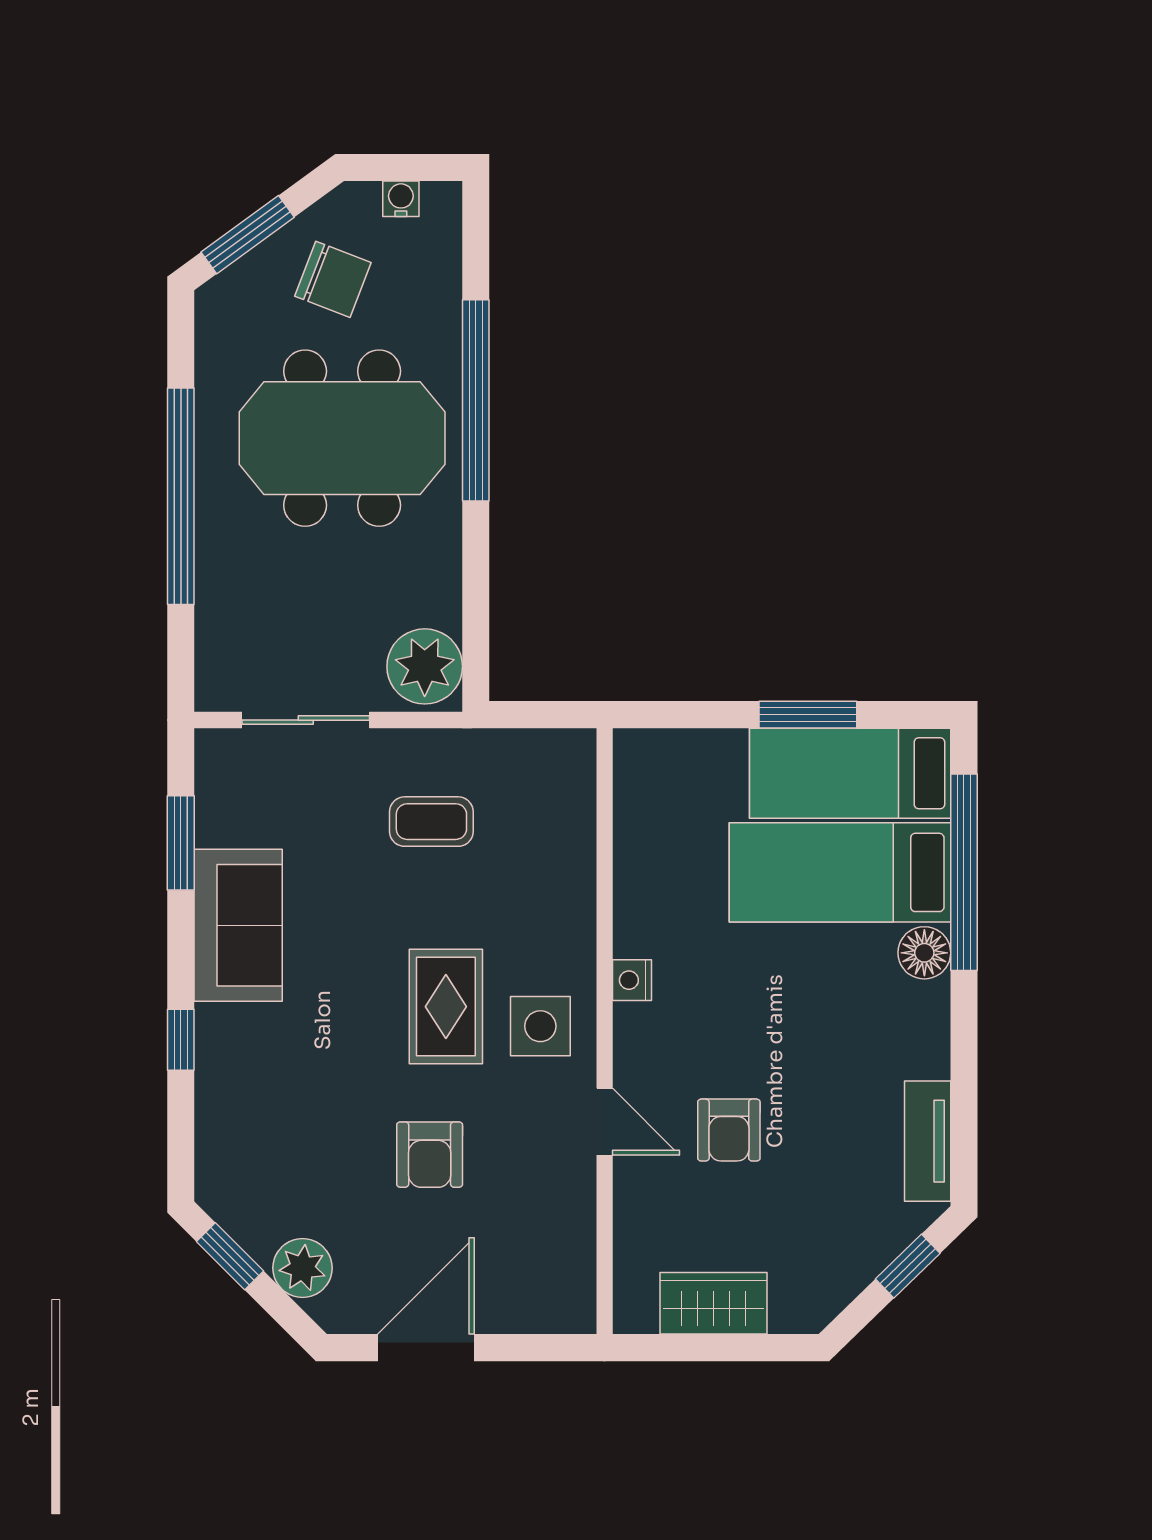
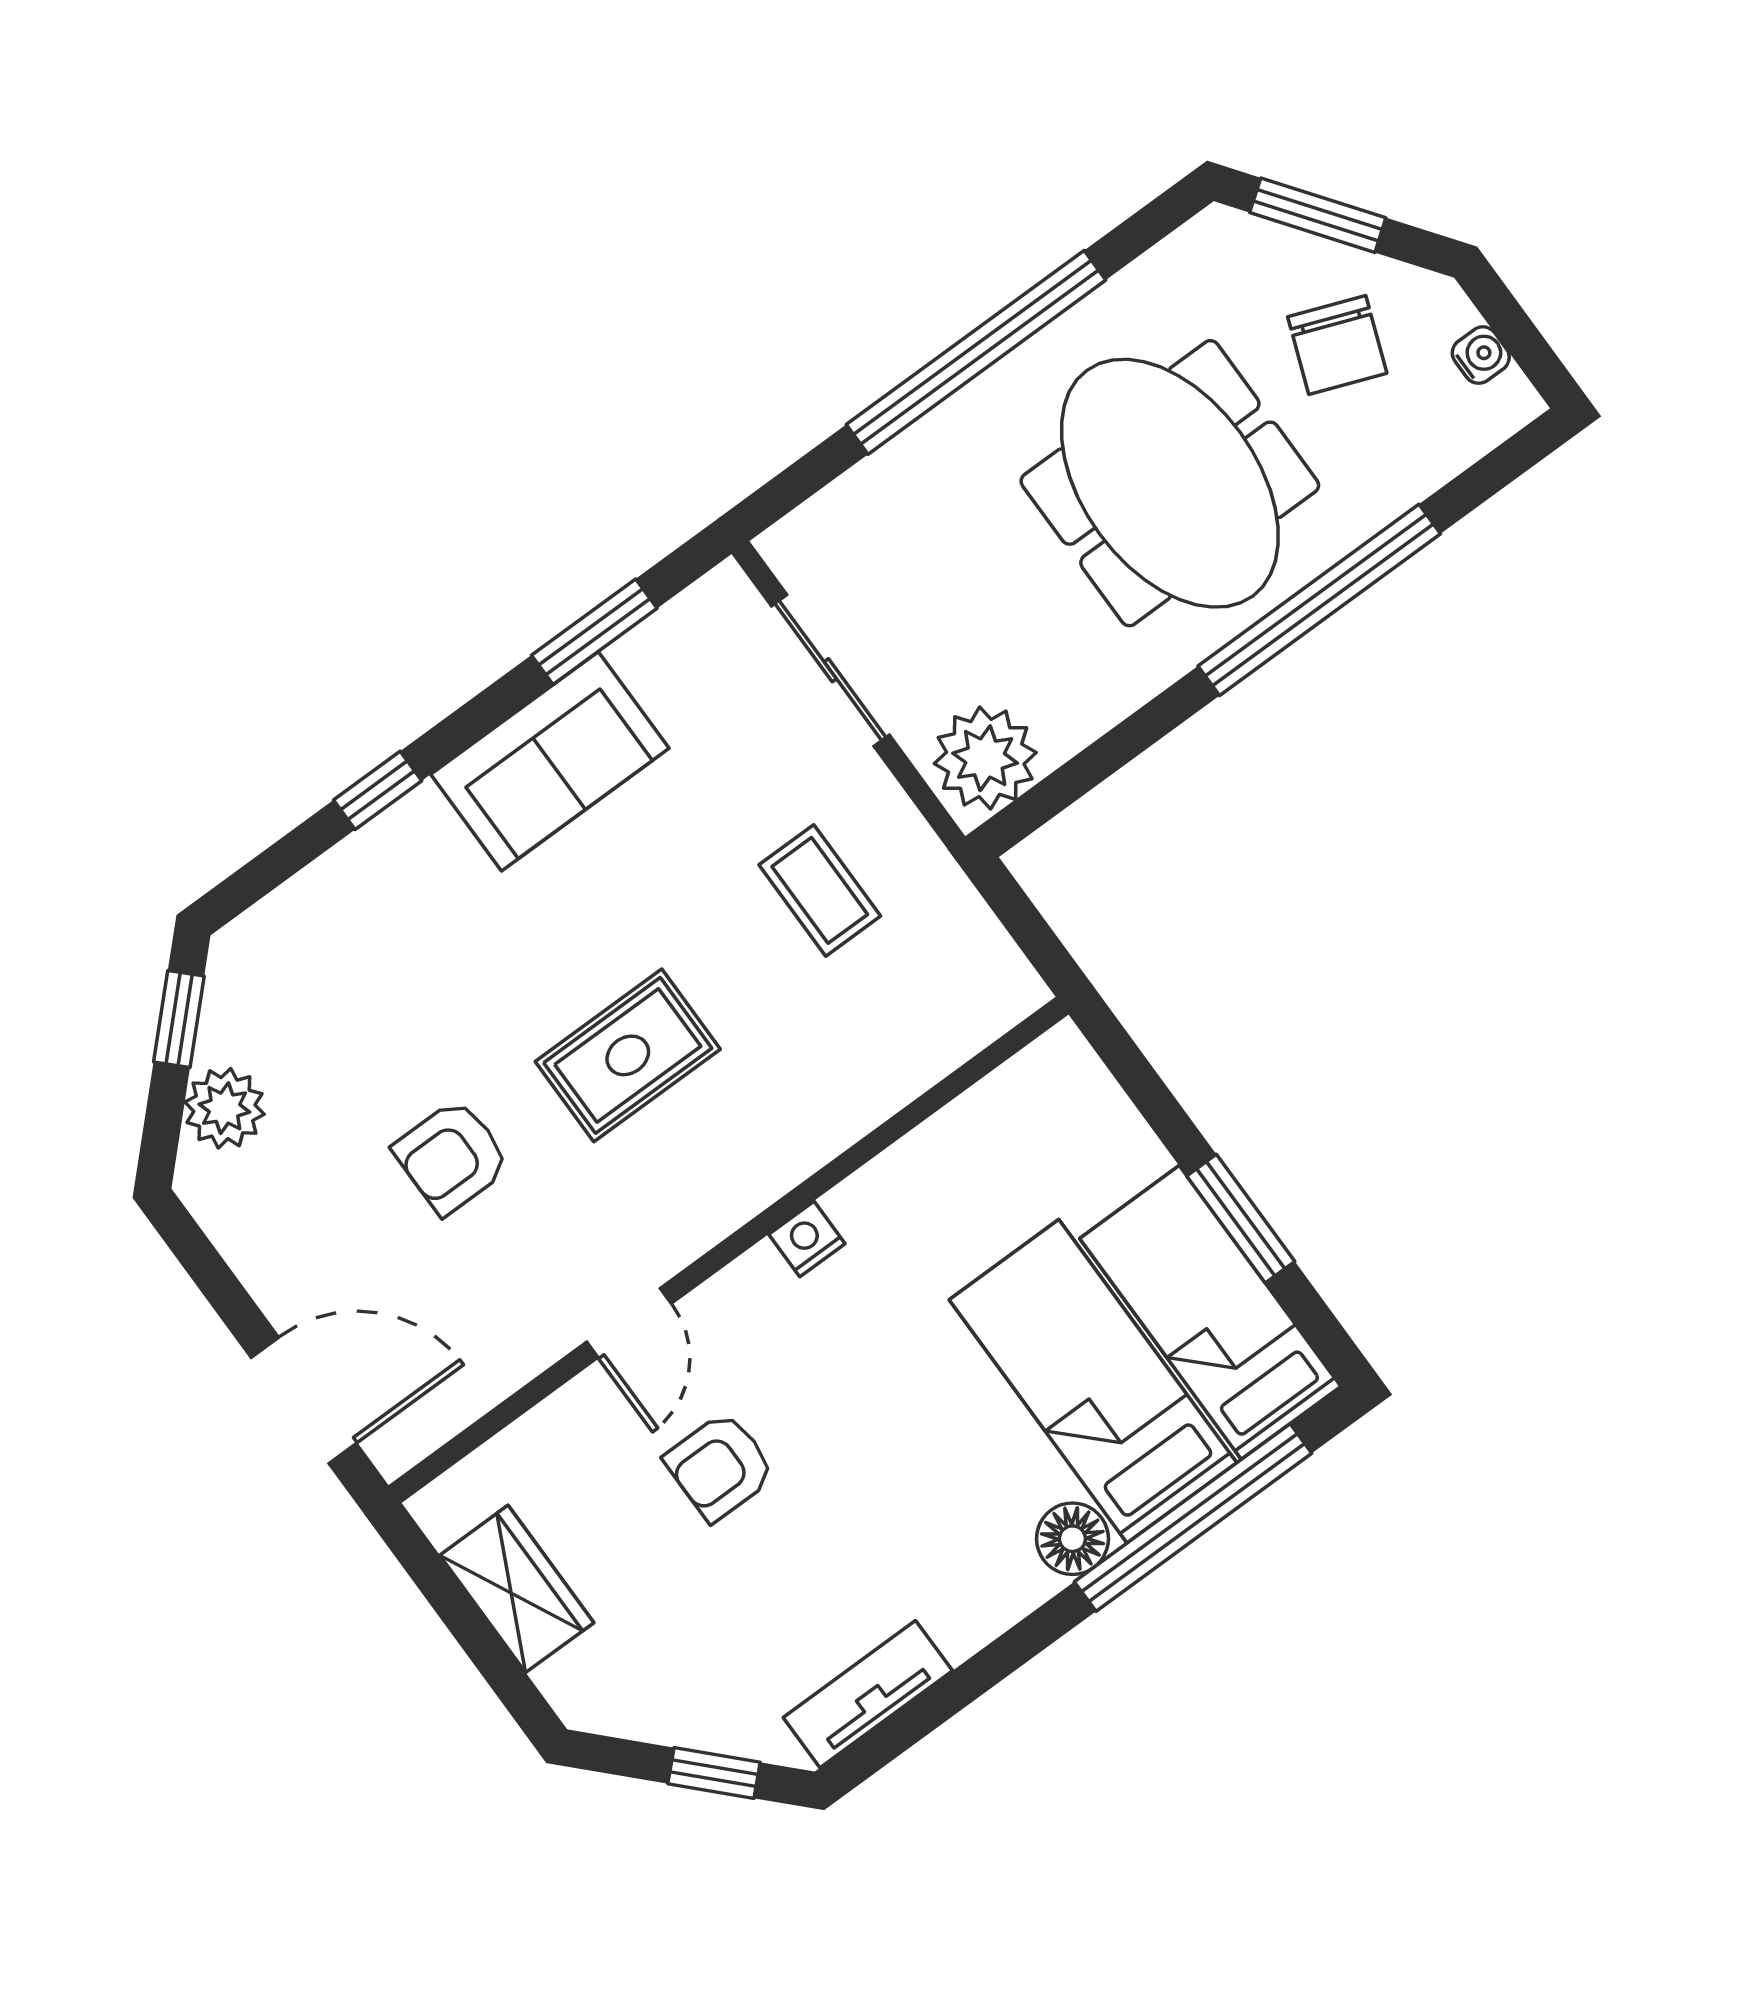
side table: (540, 1026) -> (682, 1175), removed
door: (426, 1348) -> (304, 1400), moved

